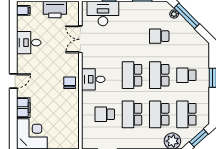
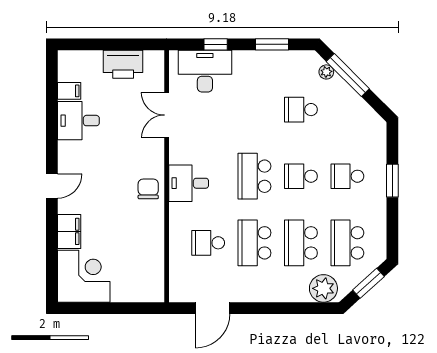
filing cabinet: (23, 10) -> (69, 91), moved
school desk: (159, 75) -> (301, 176), width x0.54

